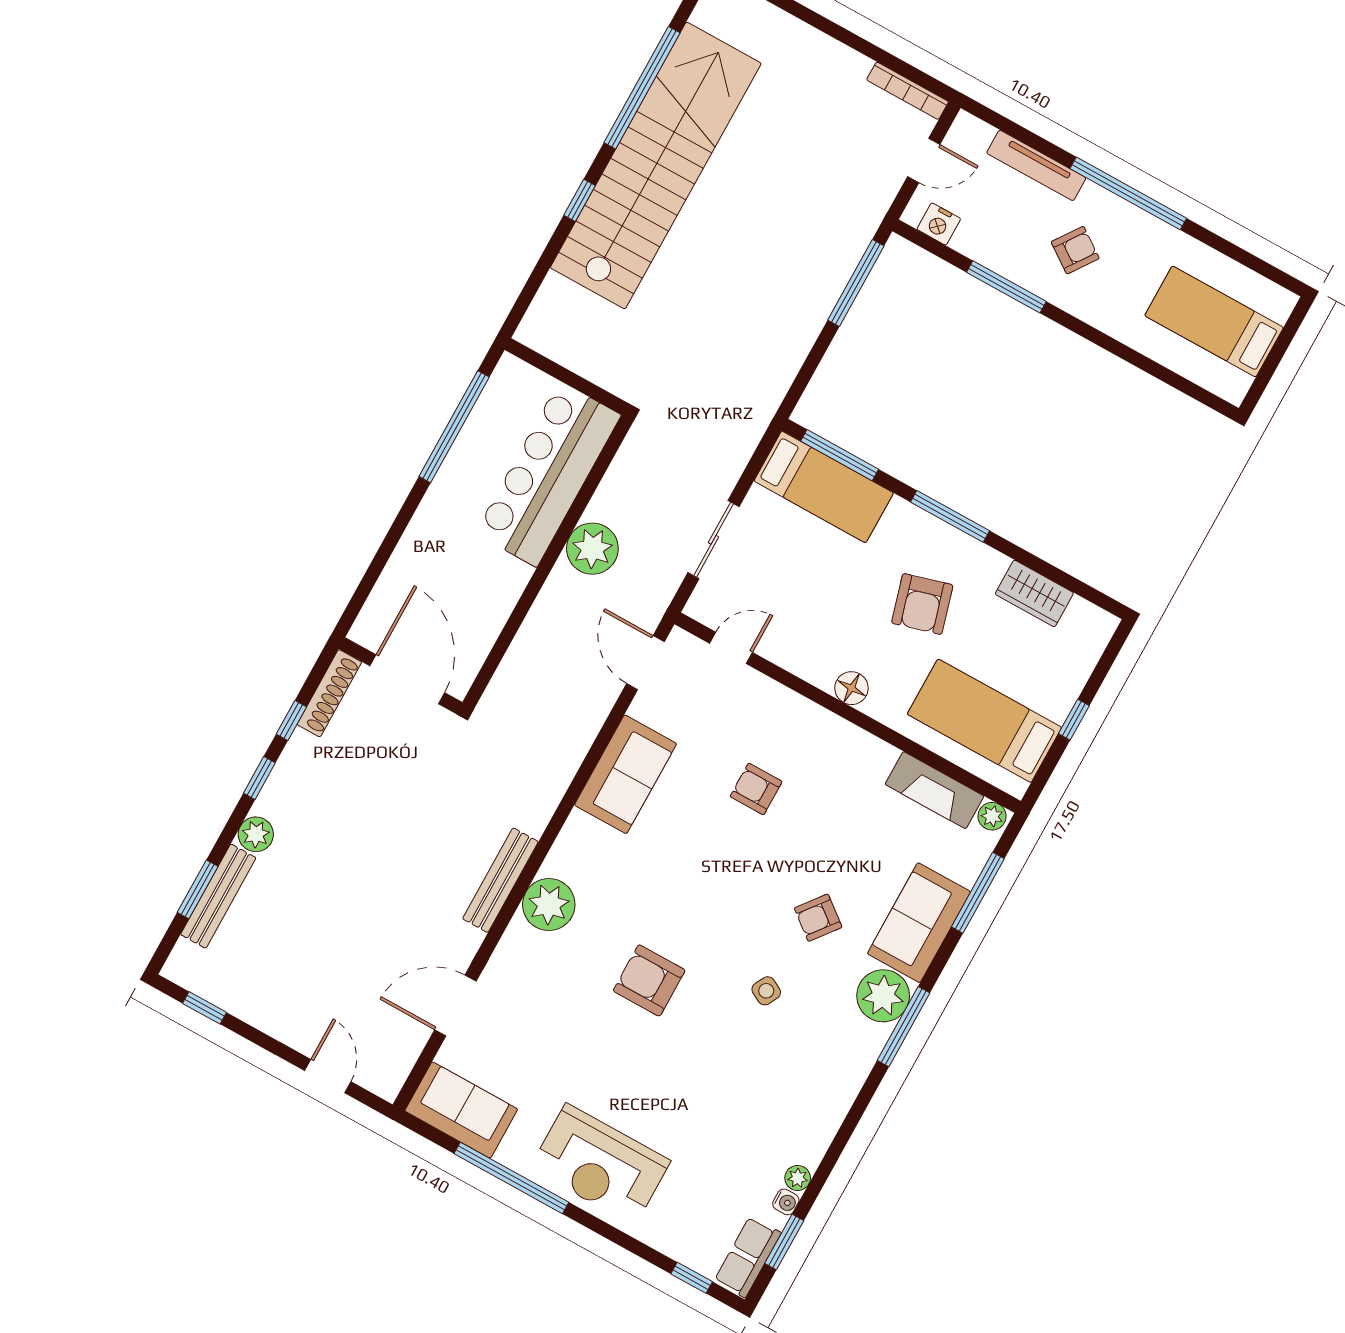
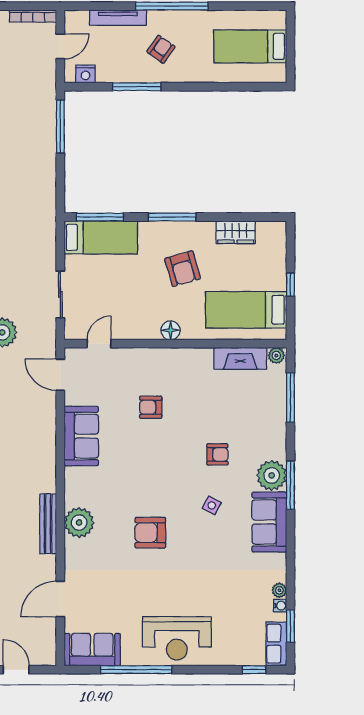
armchair: (818, 918) -> (217, 454), turned -128
sofa: (919, 923) -> (269, 522), moved

